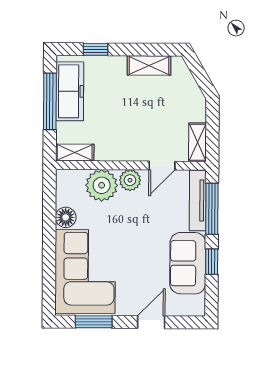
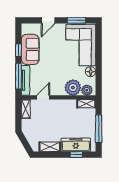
freezer: (70, 91) -> (76, 145), moved, turned 90
plant: (130, 180) -> (87, 90), moved

